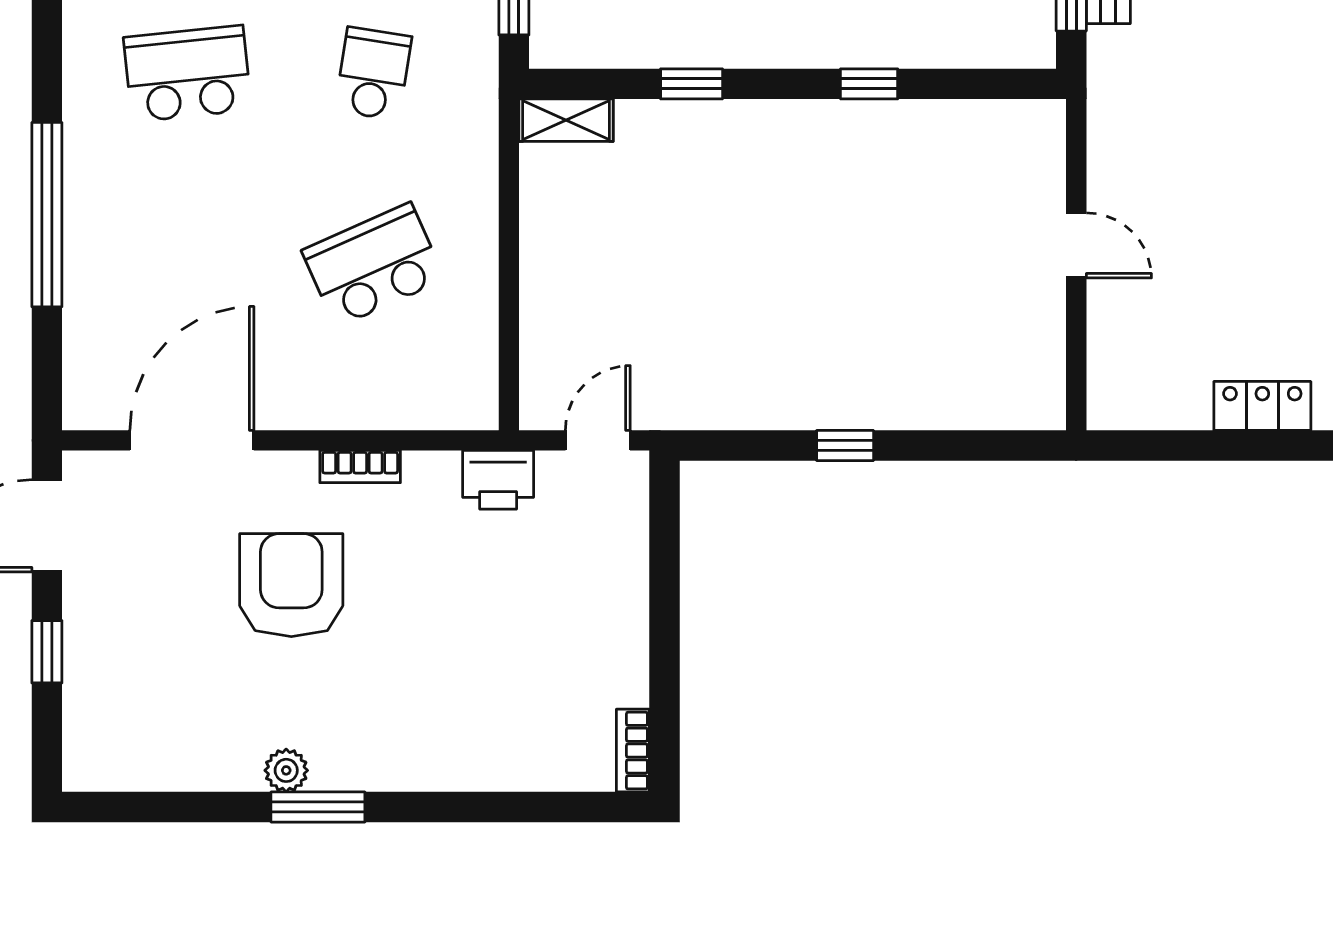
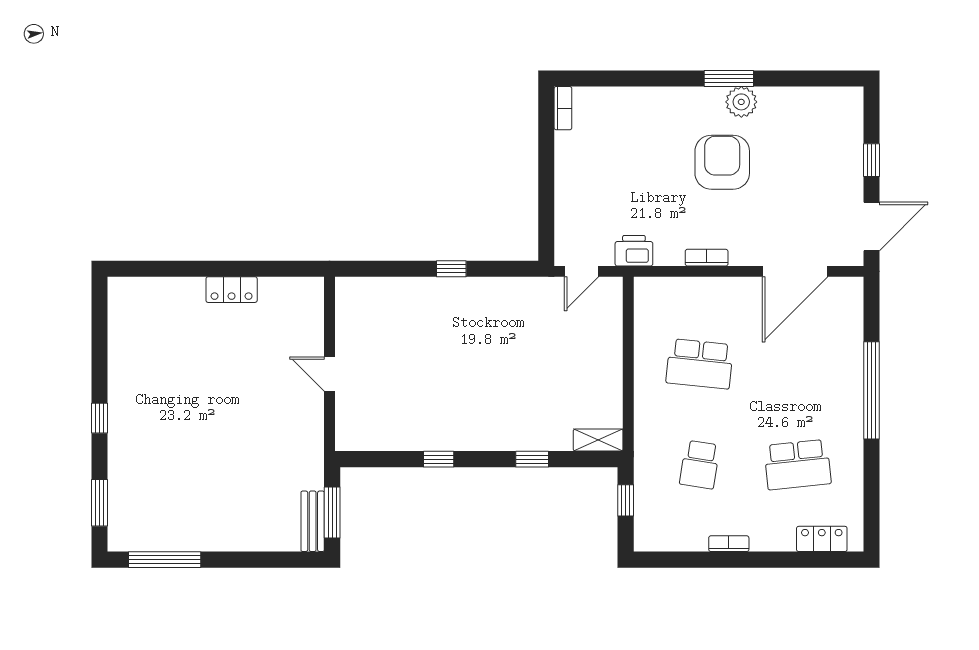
school desk: (373, 265) -> (700, 364), turned 30
armchair: (291, 585) -> (722, 162), moved, turned 180
plant: (286, 770) -> (741, 102), width x1.38, depth x1.38

